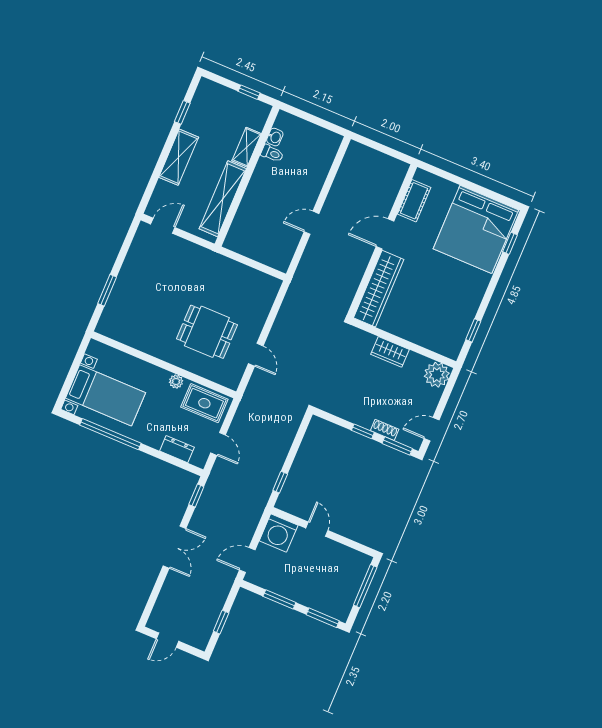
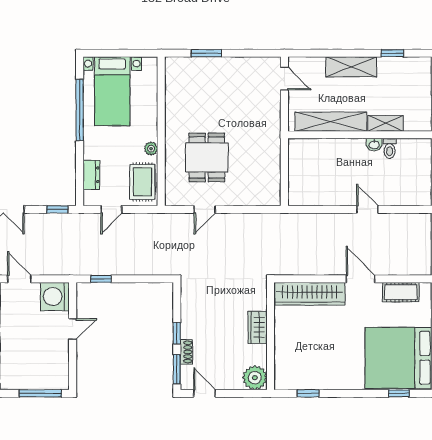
washbasin: (275, 137) -> (374, 145), moved
door: (312, 223) -> (367, 209), moved

